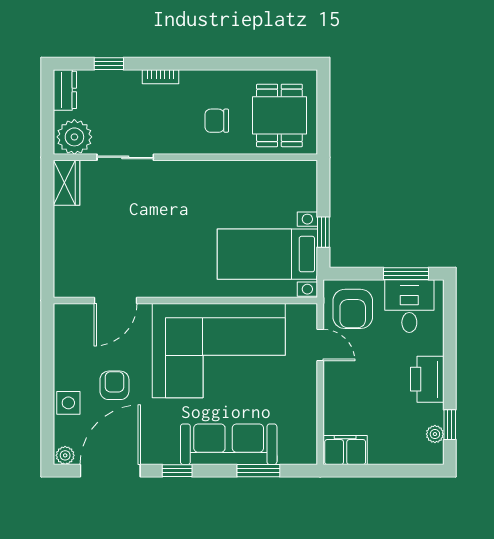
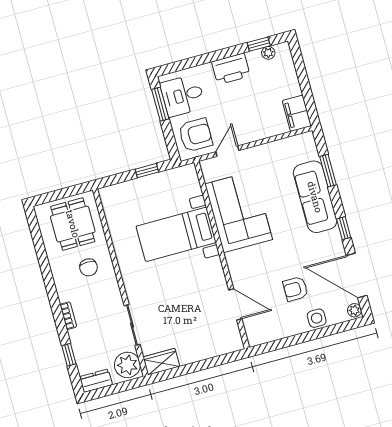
dining table: (279, 115) -> (73, 224), turned 90
bed with nightstands: (267, 254) -> (176, 234), moved, turned 90
corner sofa: (219, 351) -> (239, 212), width x0.73, depth x0.74

